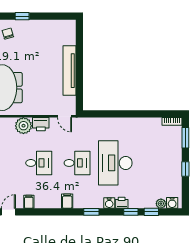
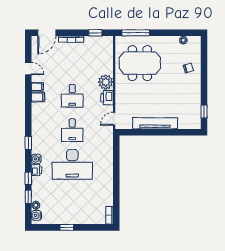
window: (22, 16) -> (204, 112), moved
window: (185, 138) -> (95, 227), removed
desk: (115, 163) -> (72, 164), turned 180
filing cabinet: (67, 201) -> (38, 97), moved

